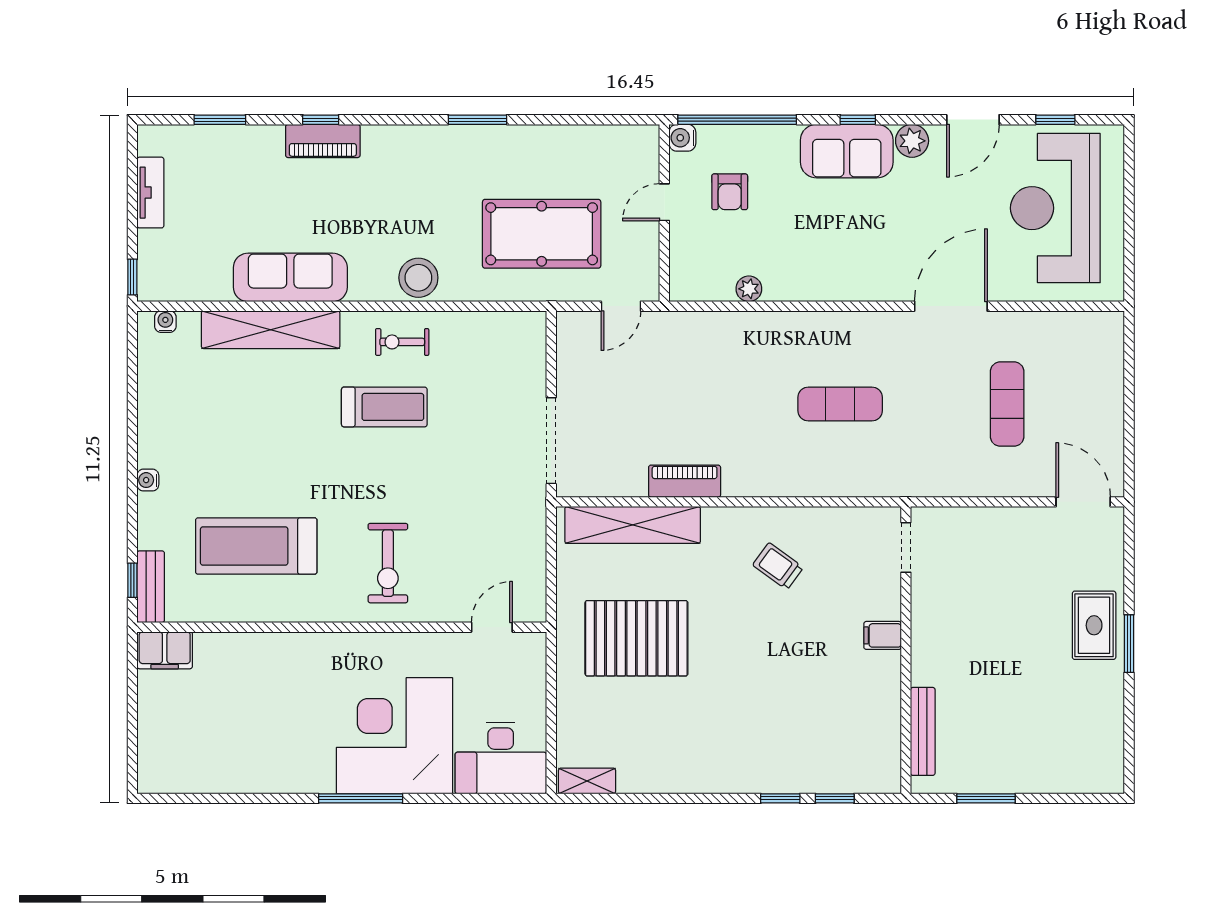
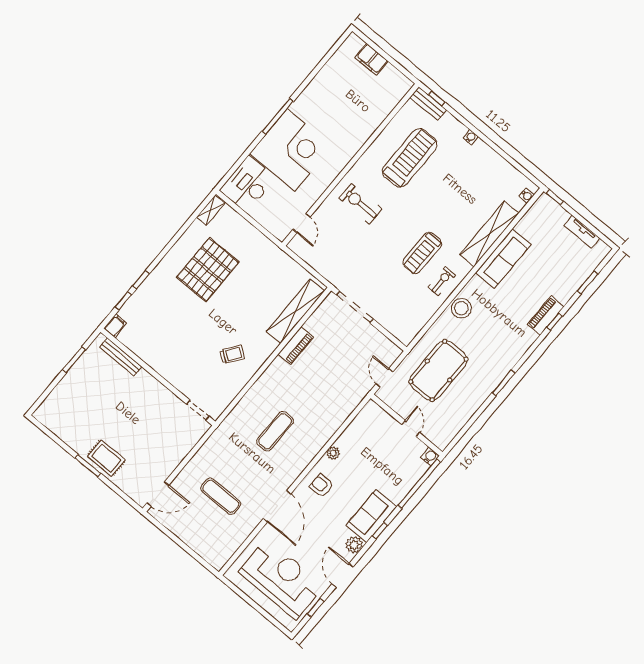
armchair: (730, 192) -> (322, 486), moved
plant: (749, 289) -> (333, 453), moved
filing cabinet: (883, 635) -> (115, 326), moved
pallet: (636, 638) -> (208, 270), moved
filing cabinet: (165, 650) -> (372, 59), moved, turned -90

